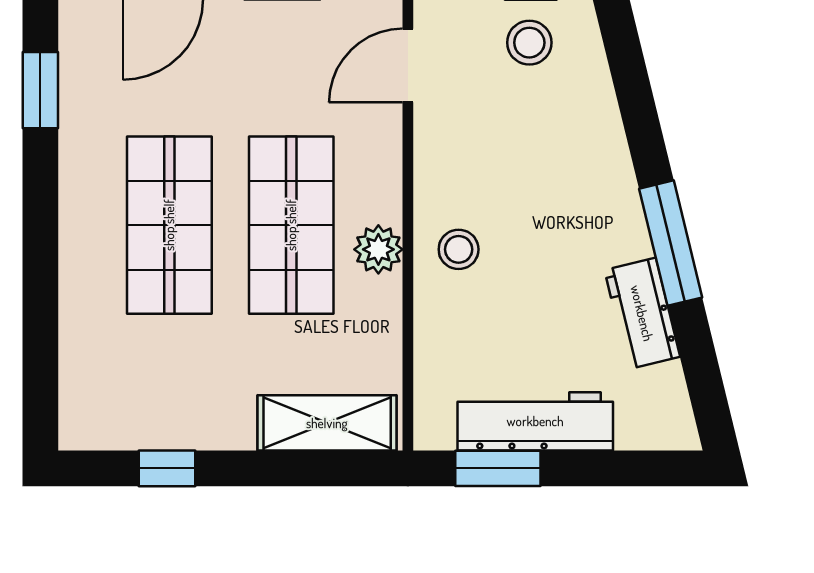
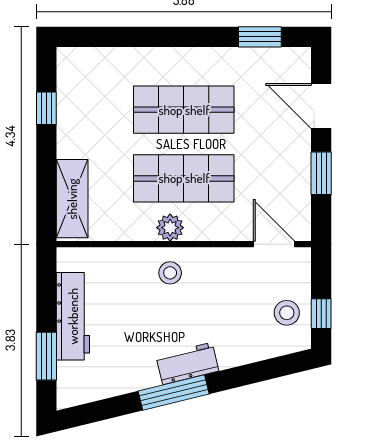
workbench: (642, 313) -> (187, 363), moved
window: (498, 468) -> (46, 356), moved

